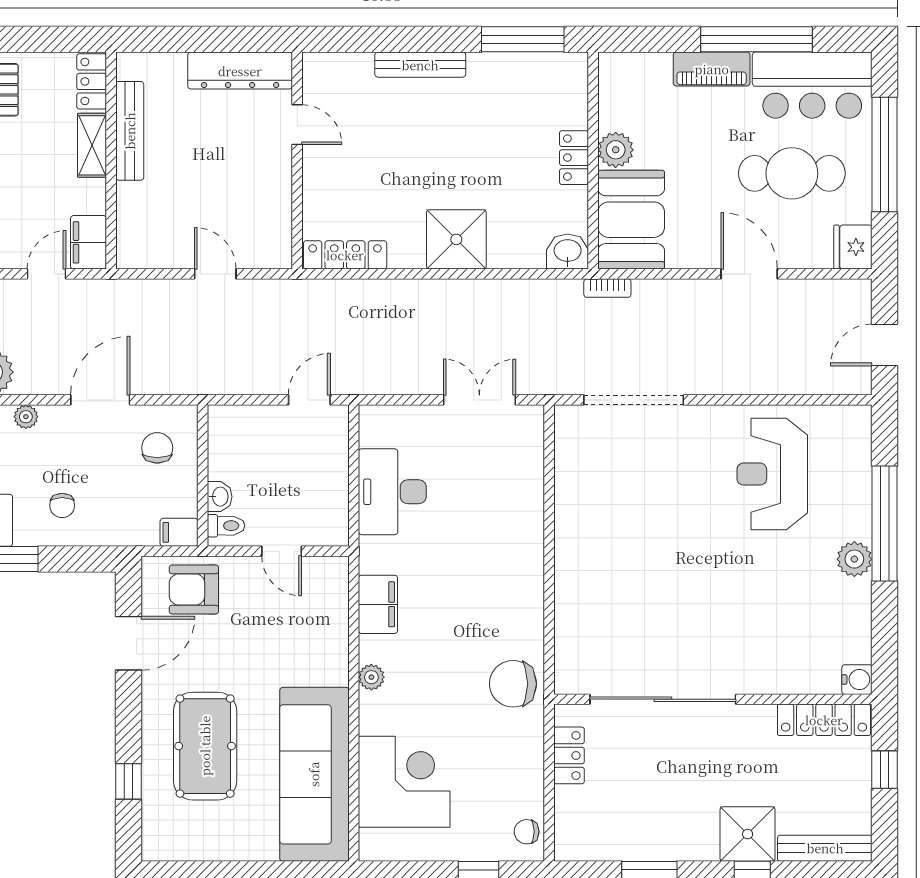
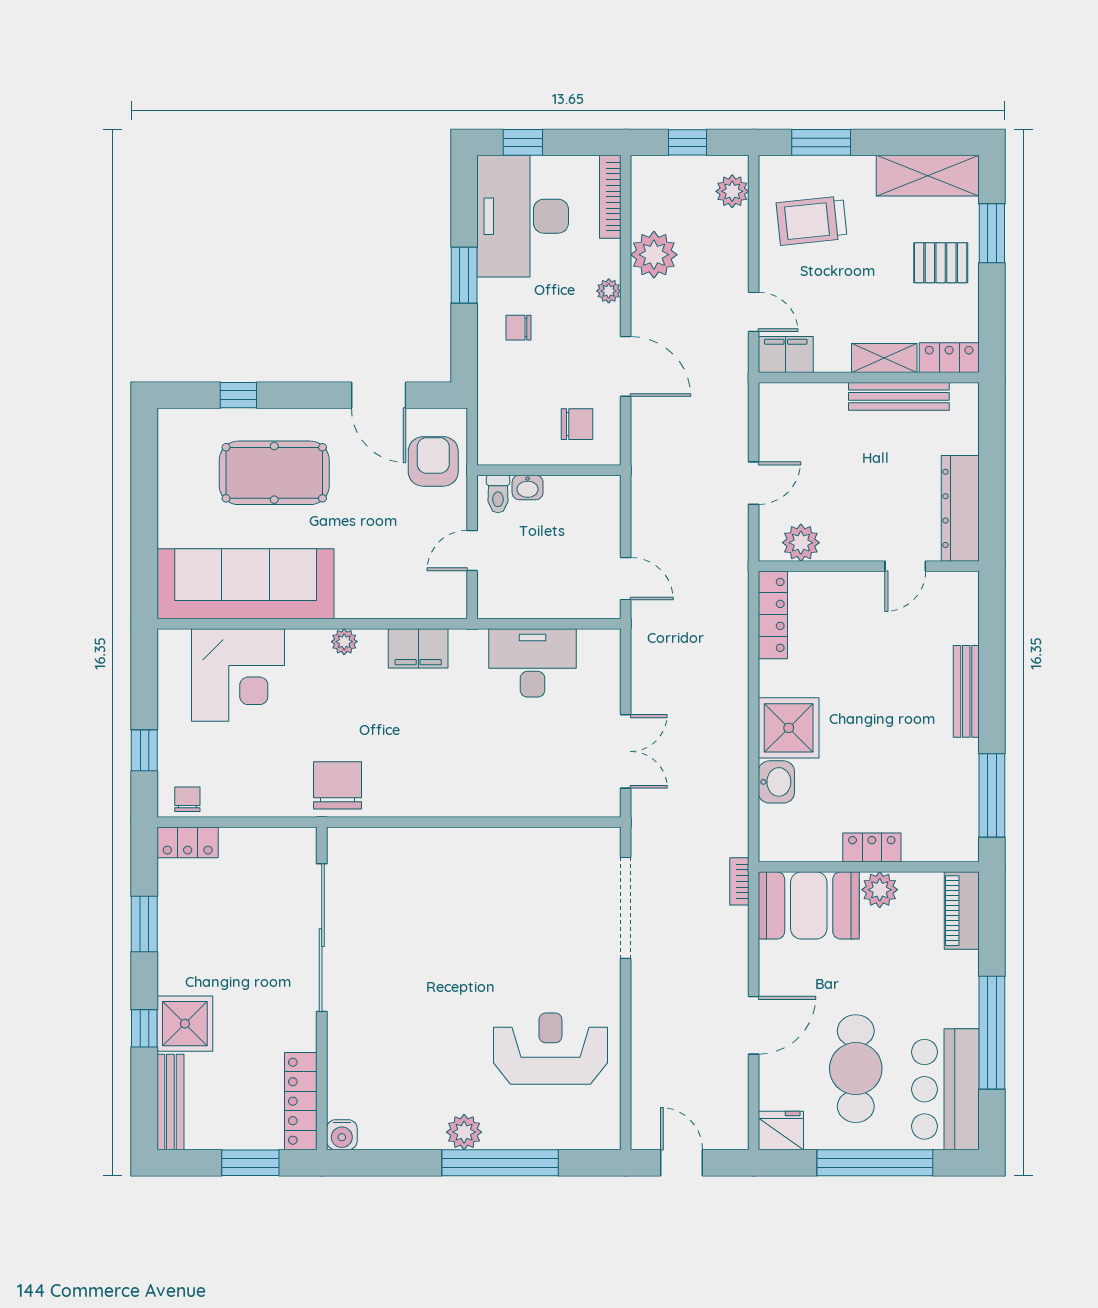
piano: (712, 69) -> (962, 911), moved
plant: (274, 227) -> (801, 543), added
washbasin: (568, 252) -> (776, 782), moved
filing cabinet: (179, 532) -> (491, 446), removed
locker: (569, 755) -> (188, 842), moved
window: (885, 770) -> (250, 1163), width x1.50

